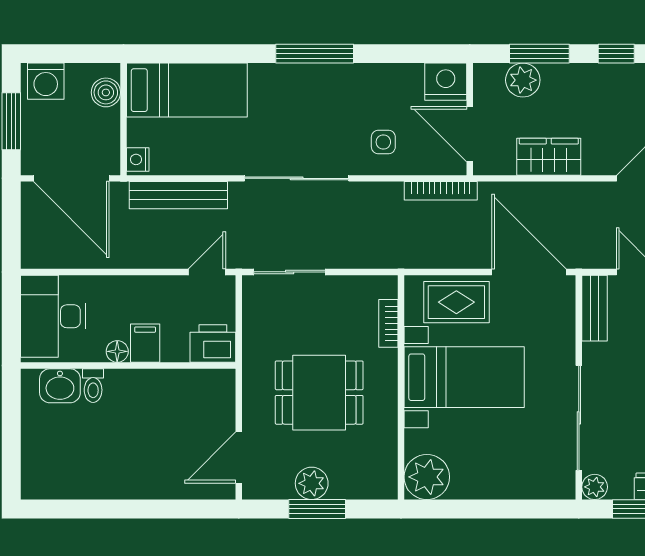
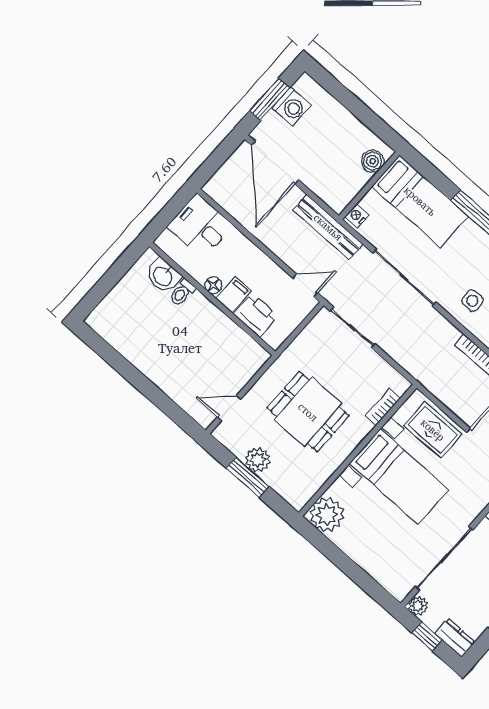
washing machine: (46, 81) -> (291, 107), moved, turned -90
bed: (187, 90) -> (420, 201), moved
boiler: (106, 92) -> (373, 161), moved
wall: (123, 119) -> (369, 185), moved
nightstand: (138, 159) -> (357, 216), moved
desk: (53, 316) -> (200, 226), width x0.73
printer: (213, 344) -> (256, 315), moved
door: (239, 457) -> (229, 408), width x0.73

